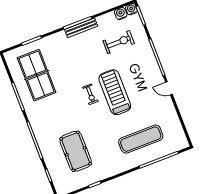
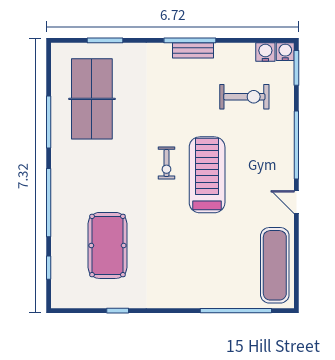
bench: (81, 28) -> (193, 50), width x0.73
exercise mat: (141, 139) -> (275, 265), moved, turned 90

